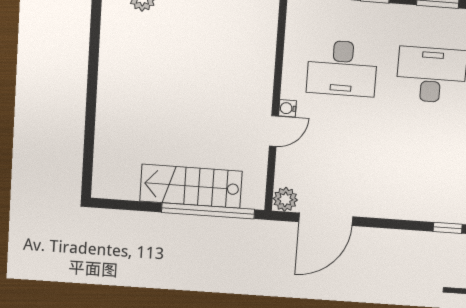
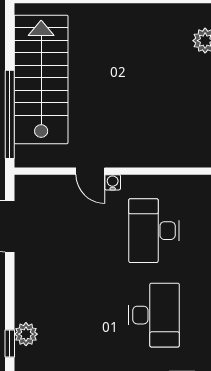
stairs: (191, 186) -> (41, 79), width x1.36, depth x1.51
plant: (285, 199) -> (26, 334), moved

